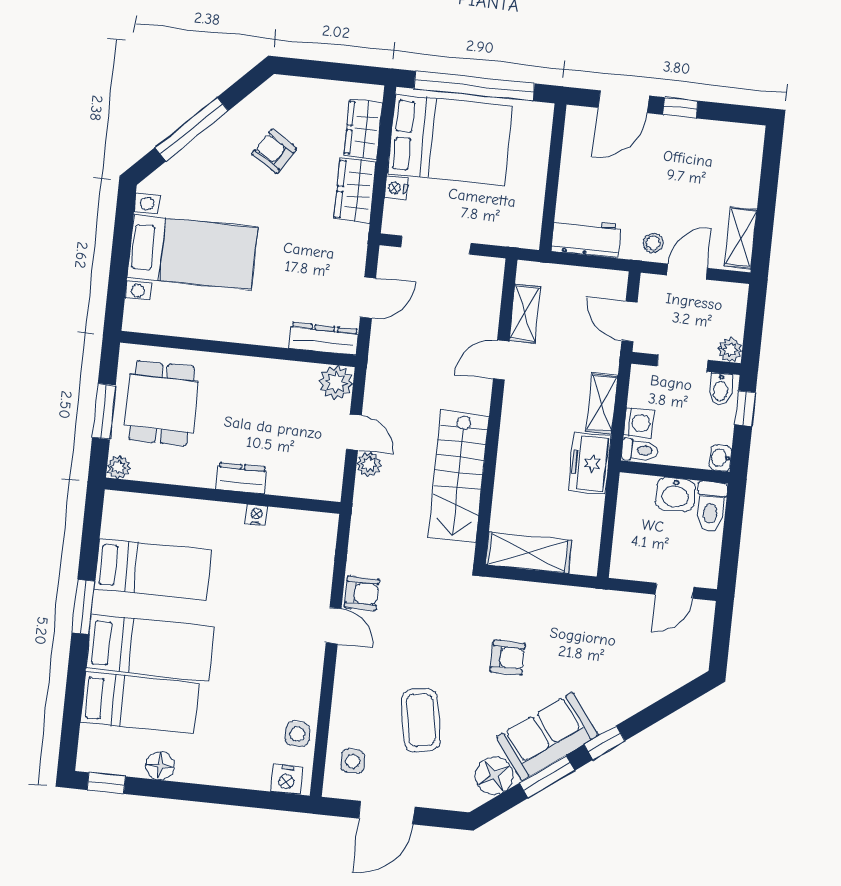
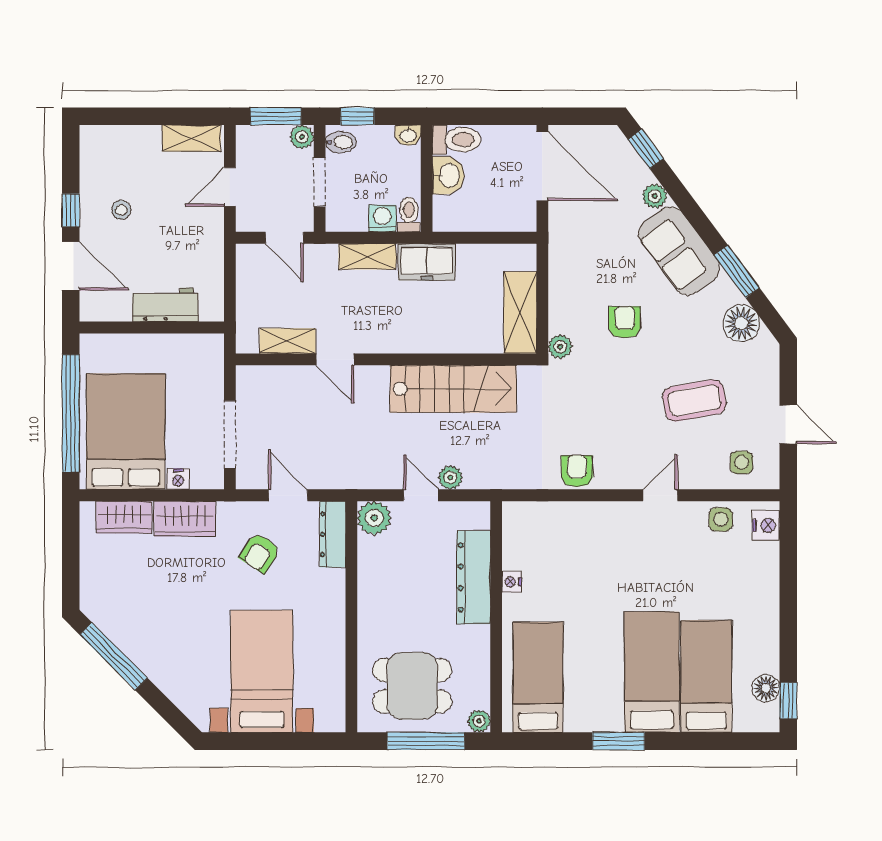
window: (192, 129) -> (114, 656), moved
armchair: (274, 151) -> (260, 553), moved
workbench: (586, 238) -> (165, 305), moved, turned 90
stool: (653, 243) -> (121, 210), moved
door: (687, 272) -> (230, 187), hinge flipped
door: (630, 322) -> (284, 238), hinge flipped
window: (754, 326) -> (276, 116), added
window: (104, 411) -> (426, 741), width x1.44
door: (354, 432) -> (421, 495), hinge flipped
dresser: (241, 478) -> (474, 577), width x1.96, depth x1.24
bed: (153, 569) -> (538, 677), moved
plant: (490, 589) -> (560, 347), added
door: (674, 591) -> (542, 166), width x1.88
door: (334, 626) -> (660, 495), moved
plant: (632, 701) -> (655, 196), added
sofa: (547, 736) -> (679, 251), moved
window: (605, 743) -> (646, 149), moved
floor lamp: (160, 766) -> (766, 688), moved
door: (387, 813) -> (788, 424), width x0.73

